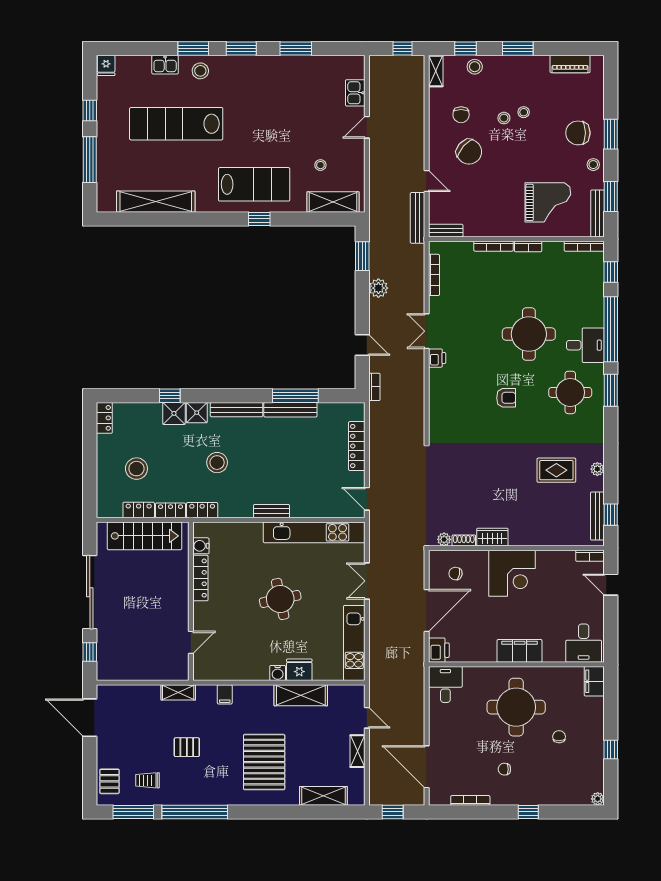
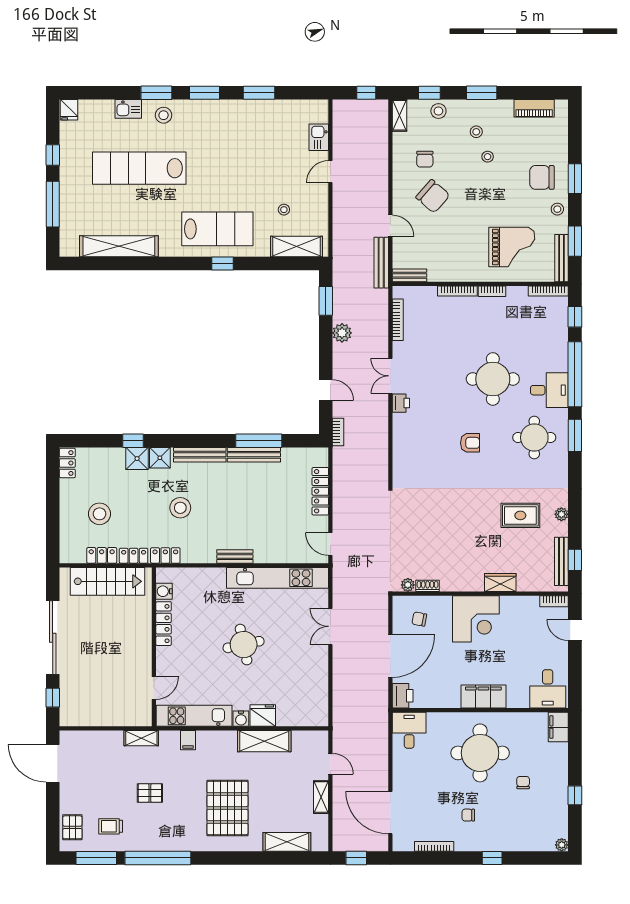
stool: (504, 118) -> (476, 132), moved
wardrobe: (492, 537) -> (500, 583), moved
kitchen unit: (354, 643) -> (194, 716), moved, turned 90

